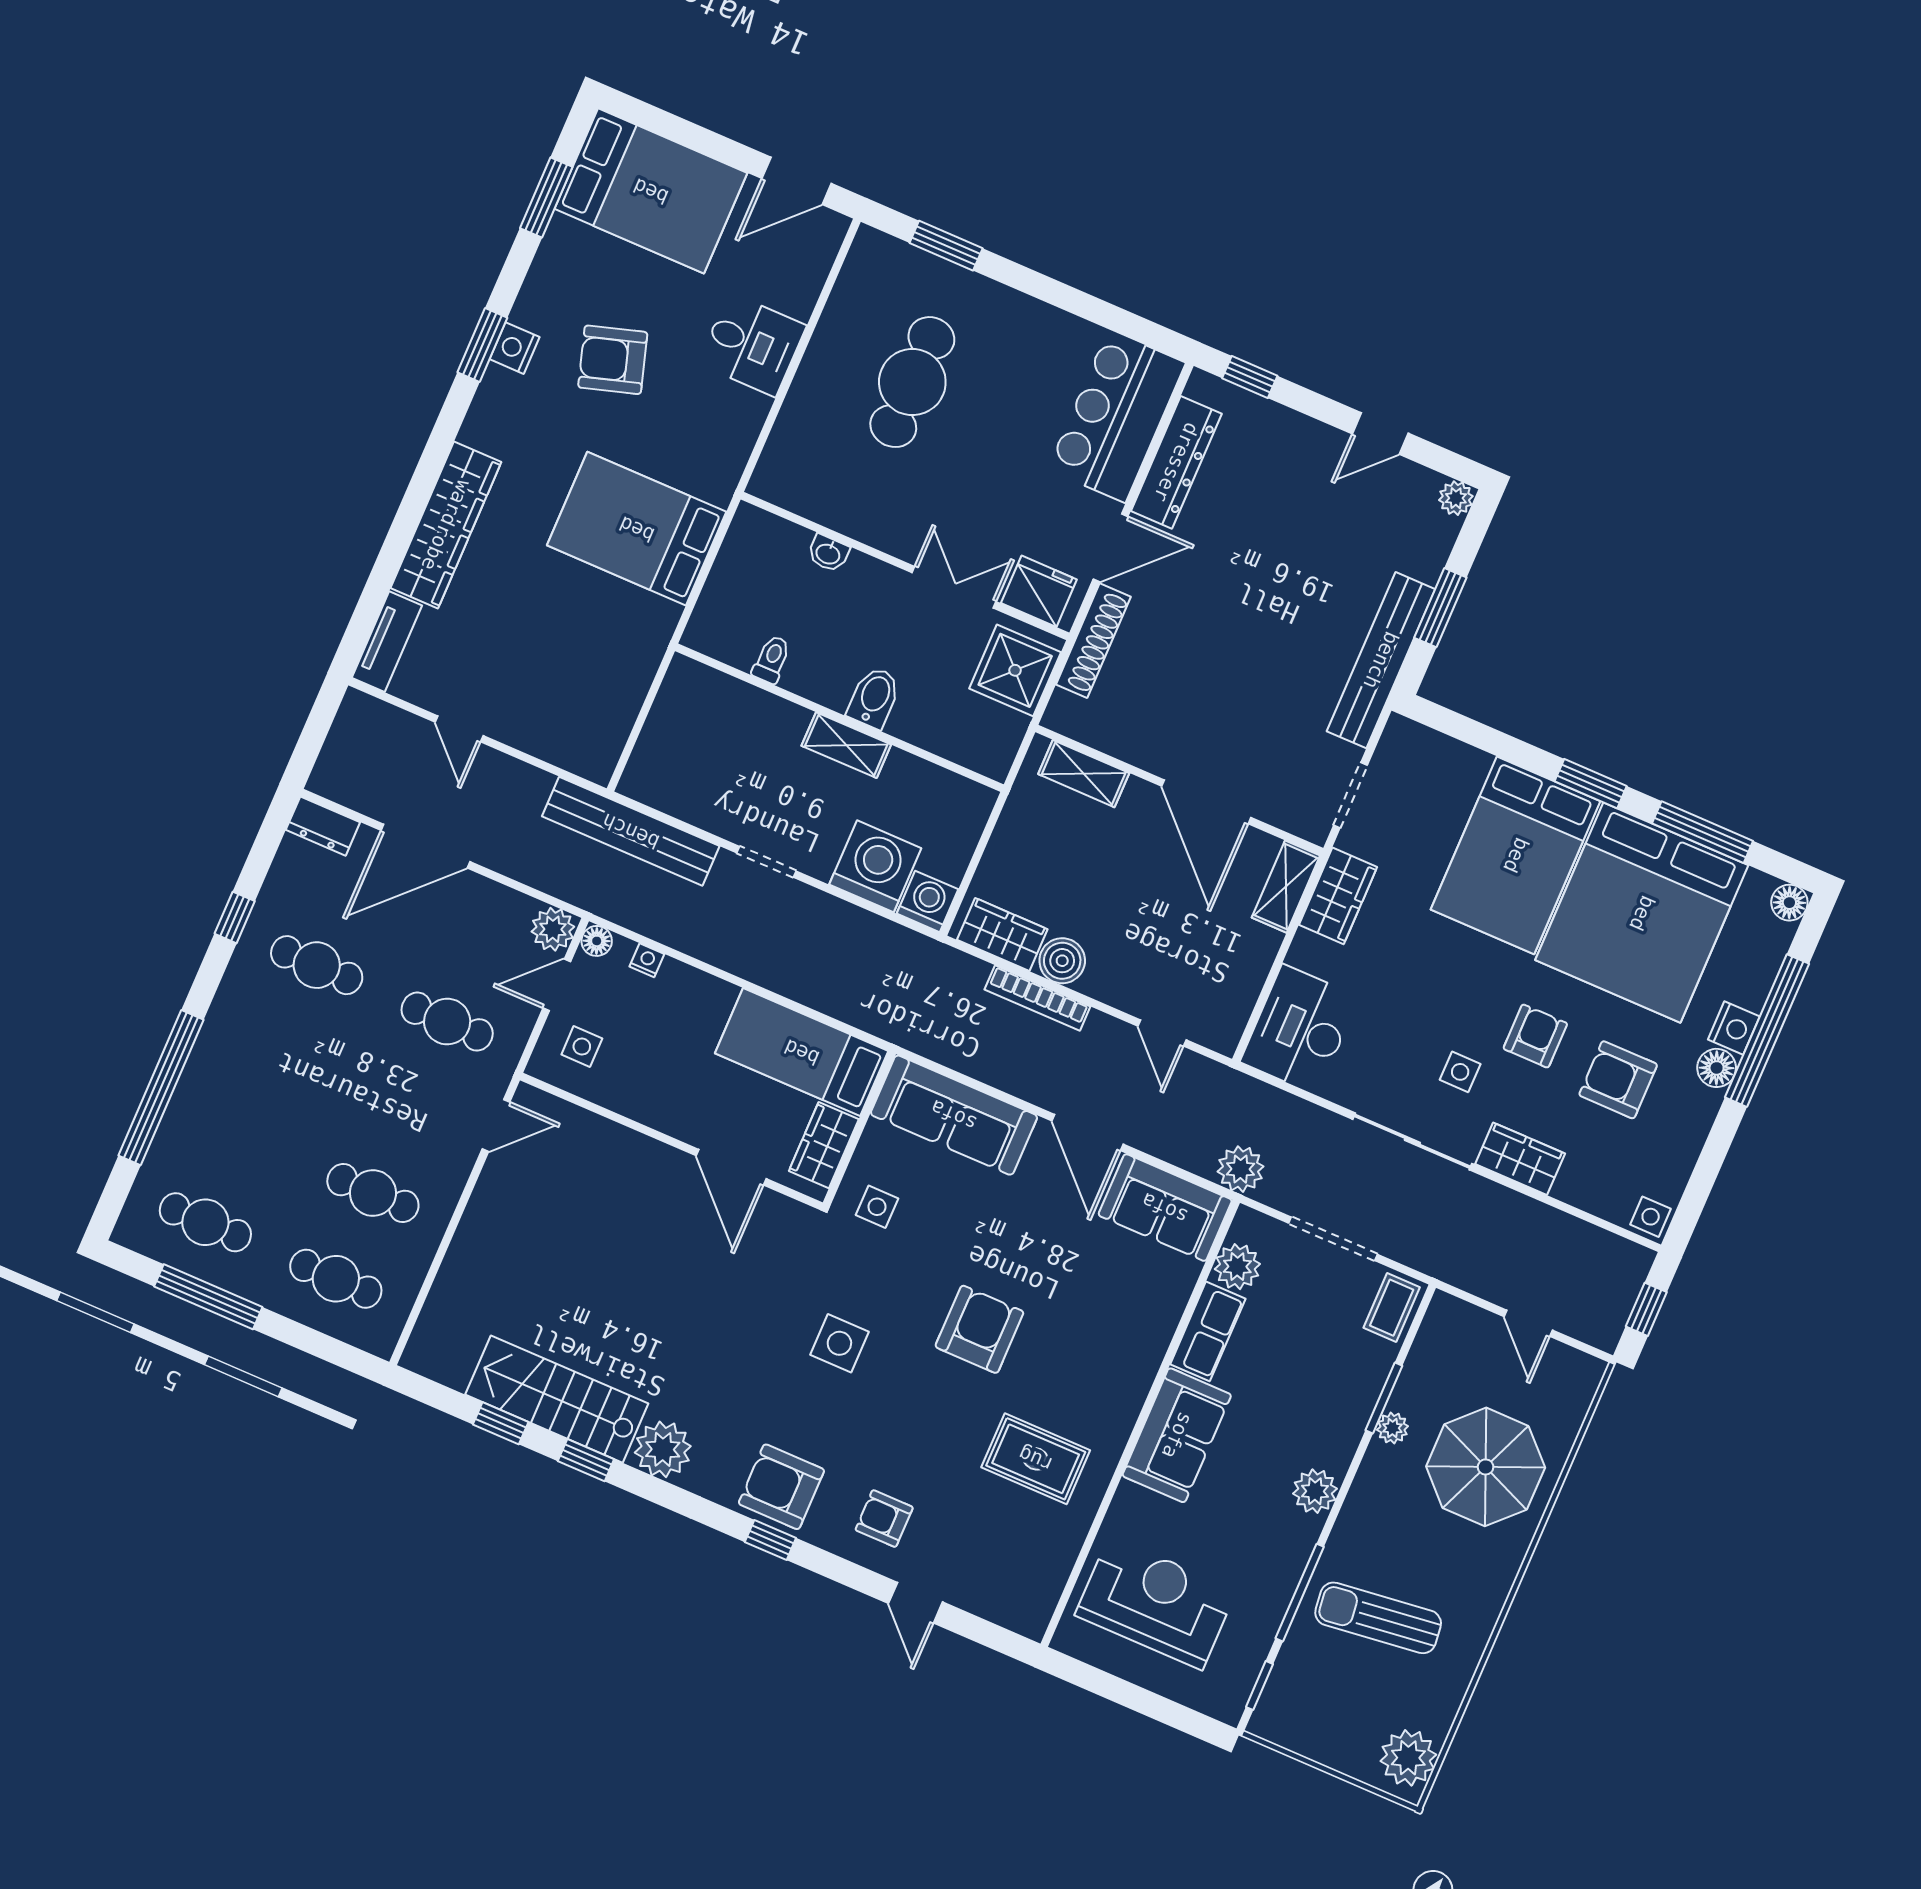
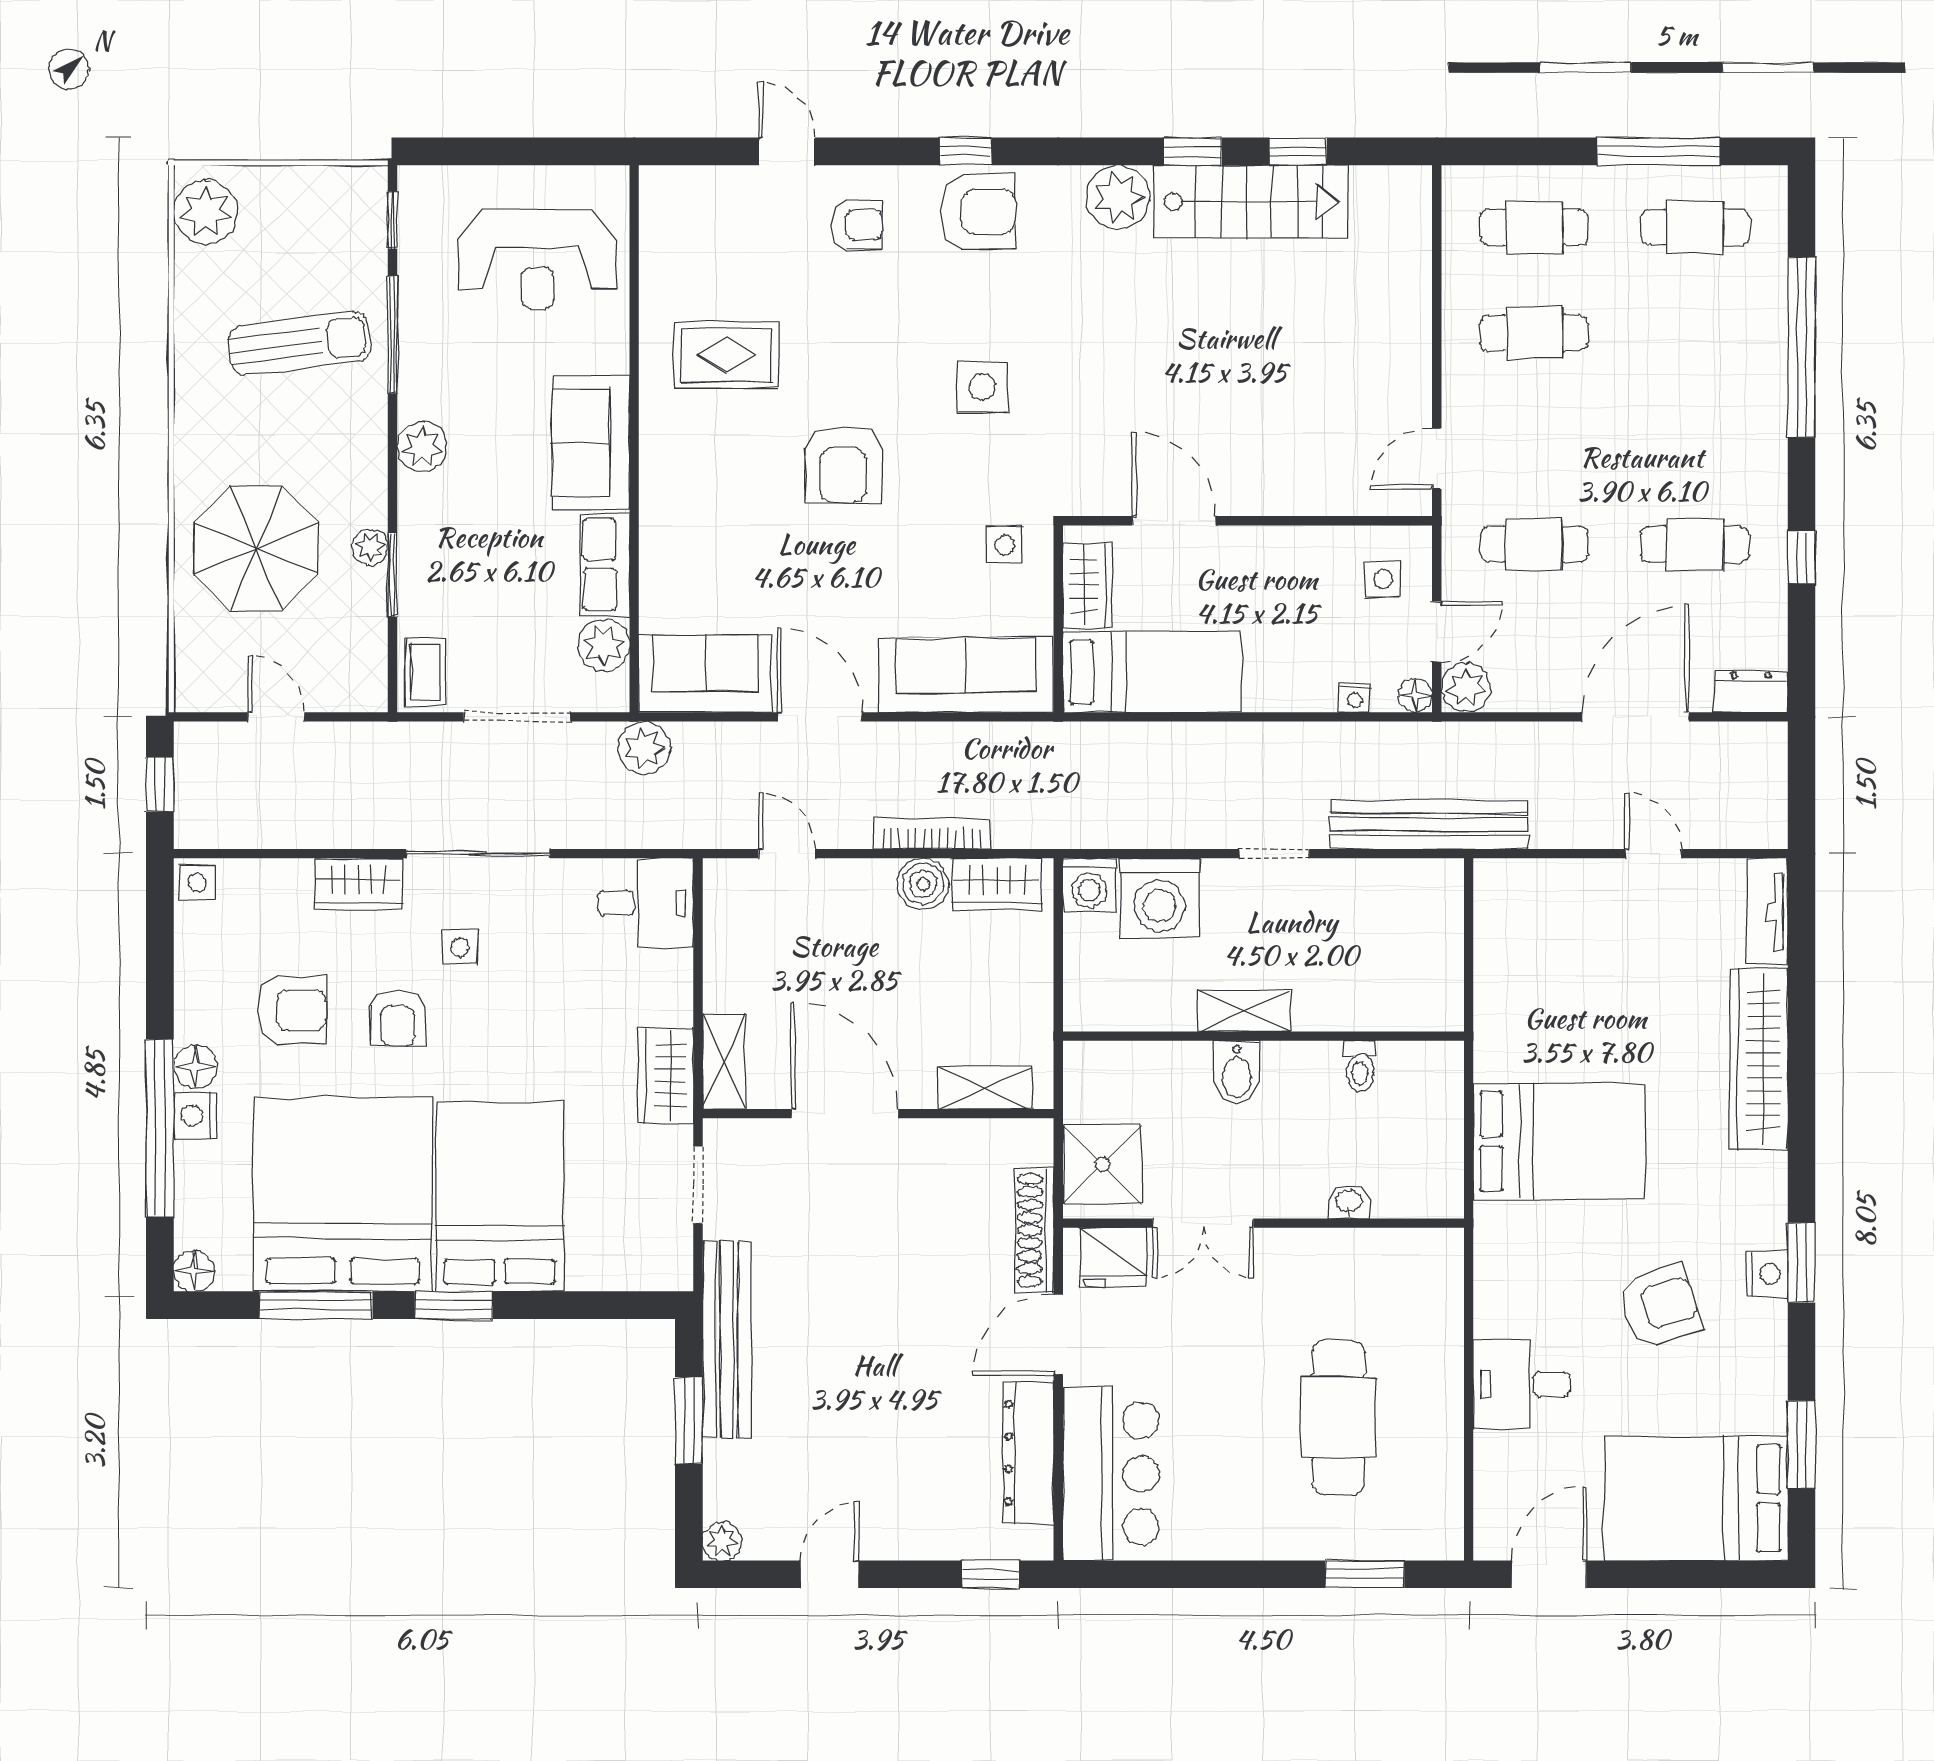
desk: (1300, 1029) -> (645, 903), width x0.73

